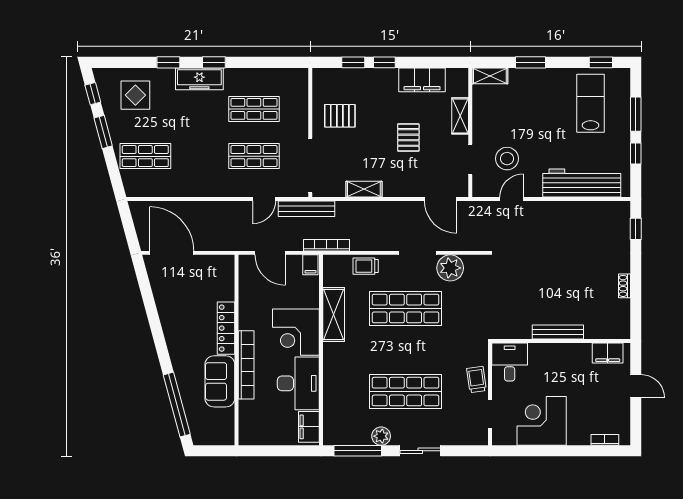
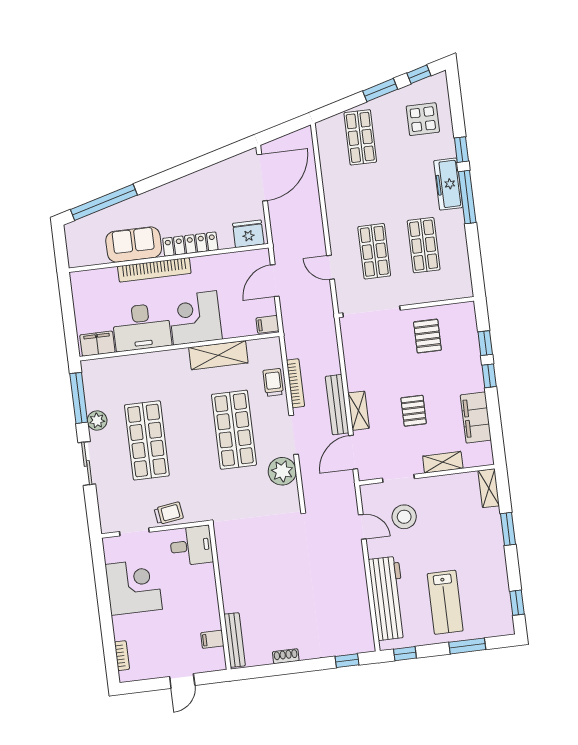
window: (214, 62) -> (467, 197), width x2.17
lab bench: (590, 103) -> (445, 602), moved, turned 90
pallet: (408, 137) -> (414, 411), turned 90
window: (636, 153) -> (405, 654), moved
shelving: (364, 189) -> (359, 411), moved
bench: (306, 209) -> (337, 405), moved
bookcase: (326, 245) -> (295, 383), moved
fridge: (223, 272) -> (248, 234), added
bench: (558, 332) -> (235, 640), moved
filing cabinet: (608, 353) -> (212, 639), width x0.50

